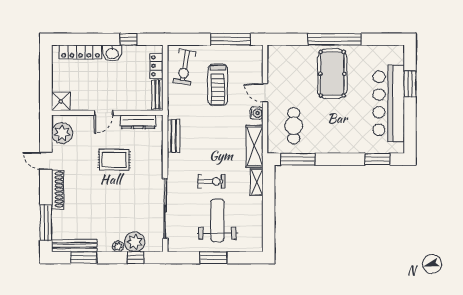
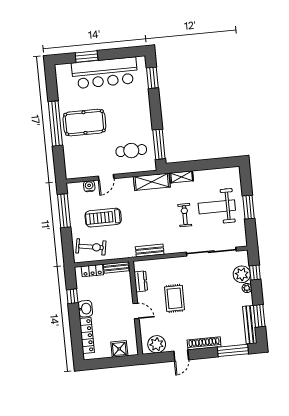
treadmill: (218, 85) -> (103, 218), turned 180
shower: (61, 101) -> (119, 349), moved
water cooler: (257, 113) -> (89, 186), moved
dresser: (138, 122) -> (141, 281), width x0.70

